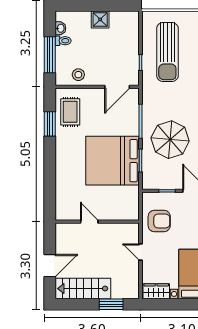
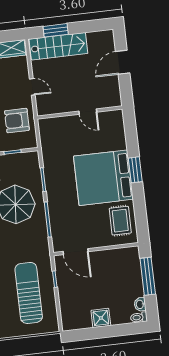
toilet: (63, 41) -> (139, 317), moved
stool: (78, 75) -> (116, 259), removed
door: (117, 87) -> (76, 252), swing flipped
window: (50, 124) -> (135, 170), moved
bed: (113, 161) -> (103, 178), moved, turned 180
stairs: (83, 289) -> (58, 46), moved

